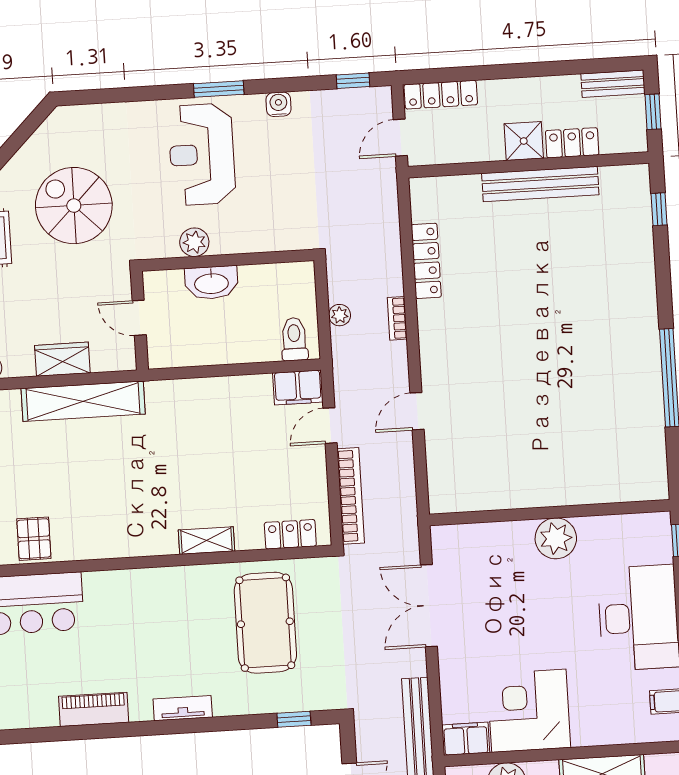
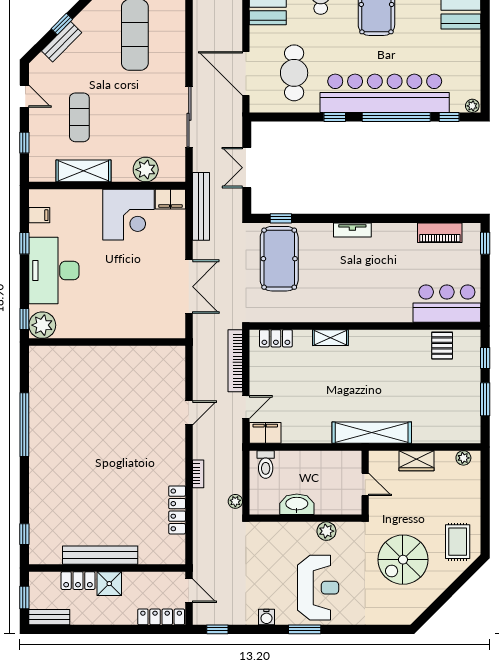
door: (400, 138) -> (189, 591), hinge flipped
spiral stairs: (74, 206) -> (403, 560), turned 90
washbasin: (211, 283) -> (297, 504), moved
plant: (340, 315) -> (235, 501), moved
shelving: (83, 401) -> (372, 433), moved
plant: (556, 538) -> (42, 325), moved
pool table: (265, 623) -> (279, 259), moved
piano: (94, 709) -> (440, 233), moved

